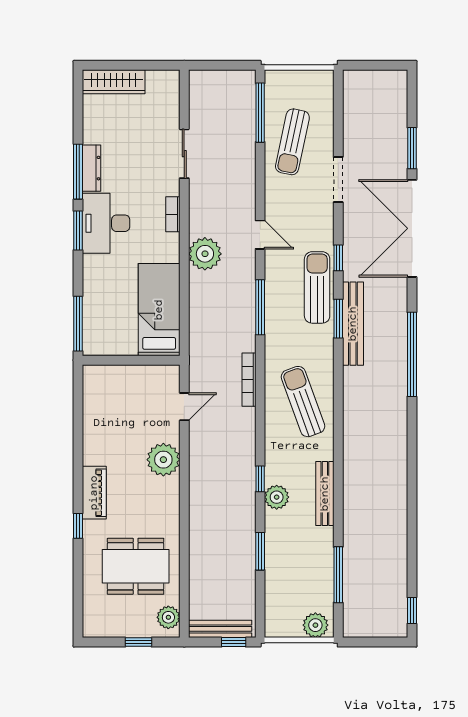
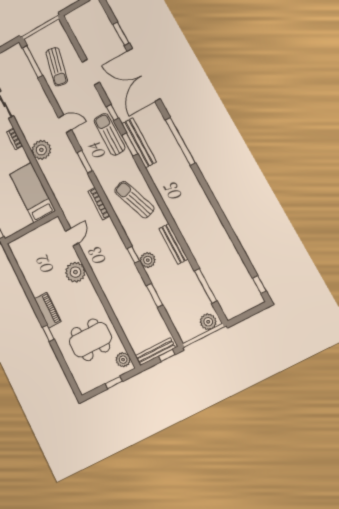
window: (260, 307) -> (85, 162), width x0.69

